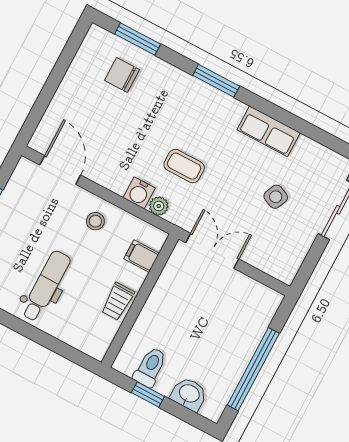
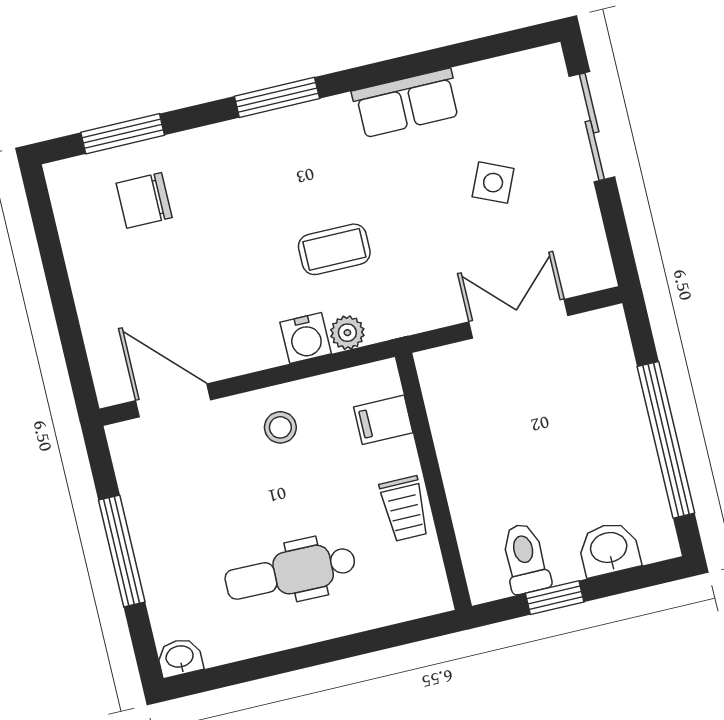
double door: (212, 251) -> (518, 319), moved
dental chair: (46, 286) -> (290, 572), turned -89

